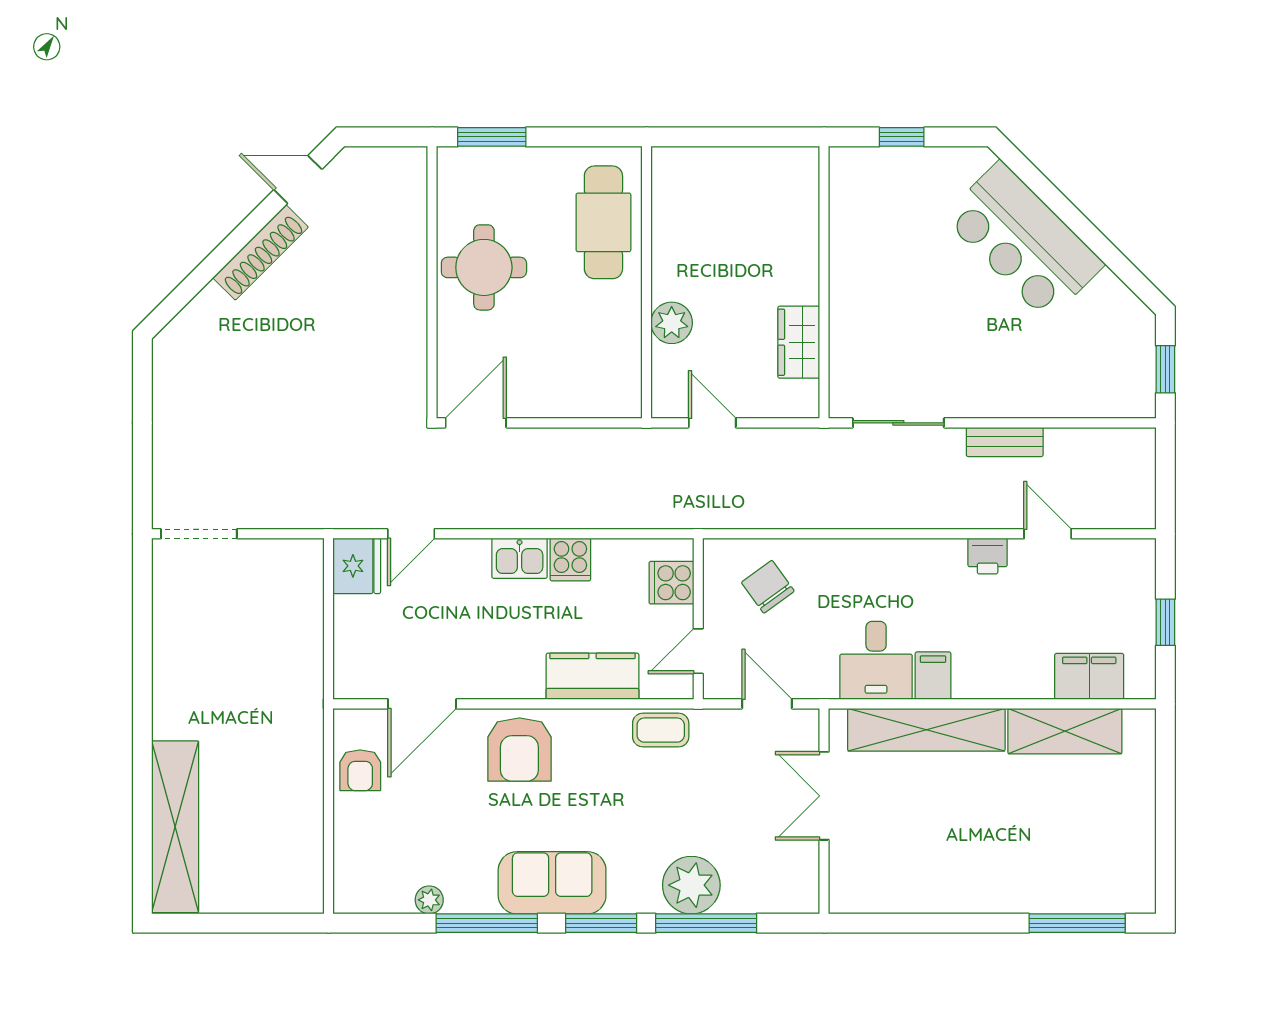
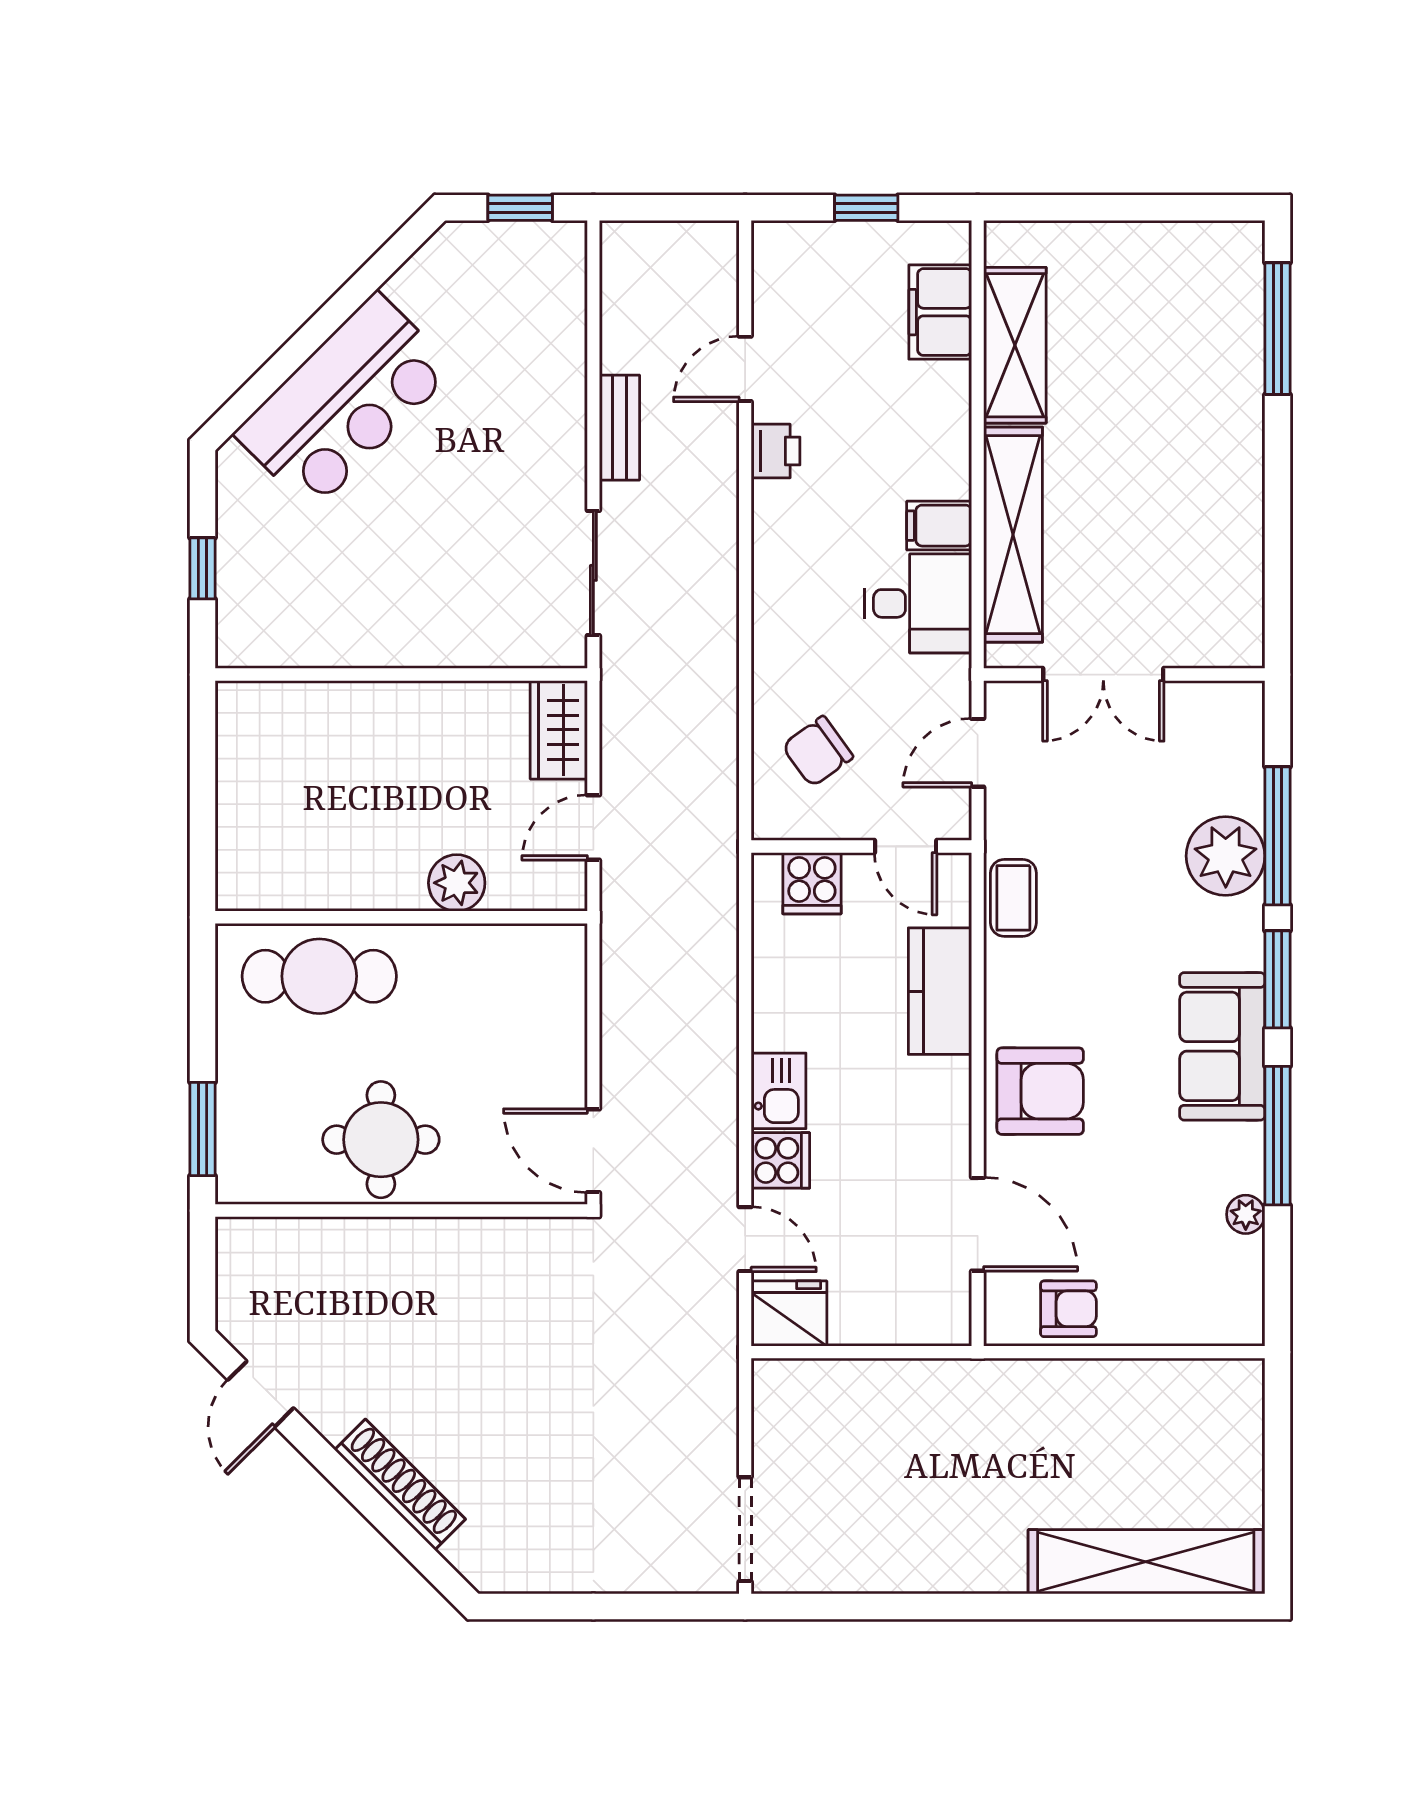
shoe rack: (261, 252) -> (400, 1485), moved
wardrobe: (799, 342) -> (559, 730), moved, turned 90
cooker: (570, 560) -> (780, 1160), moved

